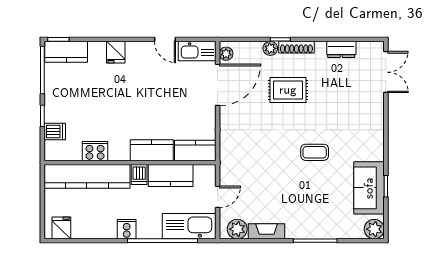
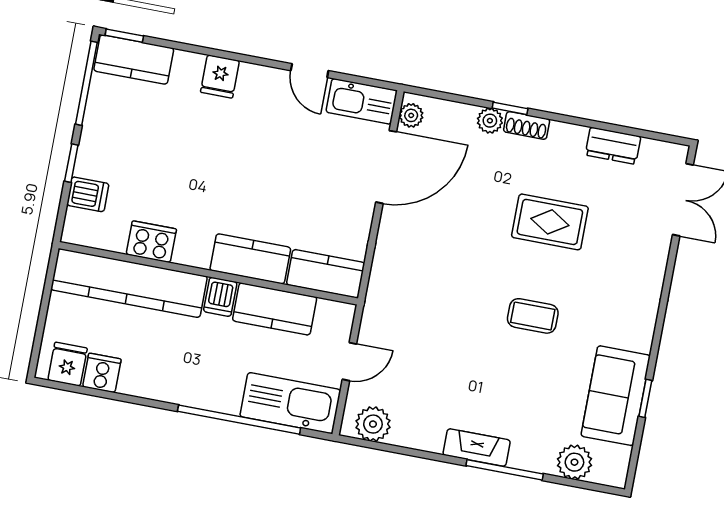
shoe rack: (296, 47) -> (527, 125), width x0.70
rug: (288, 90) -> (550, 222), moved
cooker: (127, 229) -> (102, 373), moved
plant: (374, 229) -> (574, 462), moved
fireplace: (267, 231) -> (477, 448), moved

